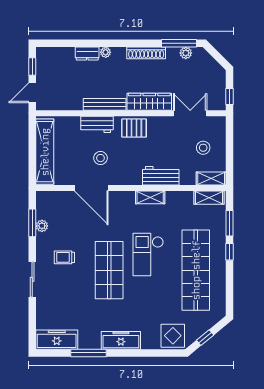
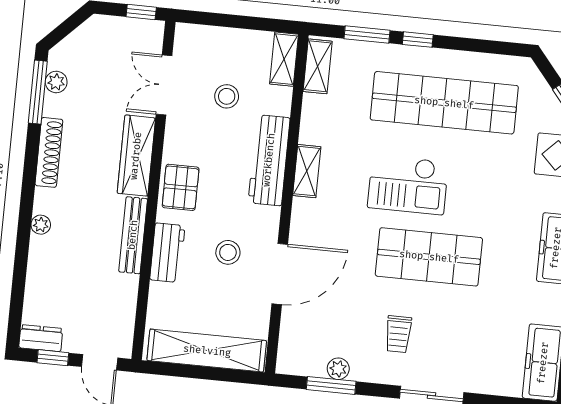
dresser: (87, 54) -> (41, 338), moved, turned -90
stool: (203, 148) -> (227, 96), moved
workbench: (161, 176) -> (269, 160), width x1.38

